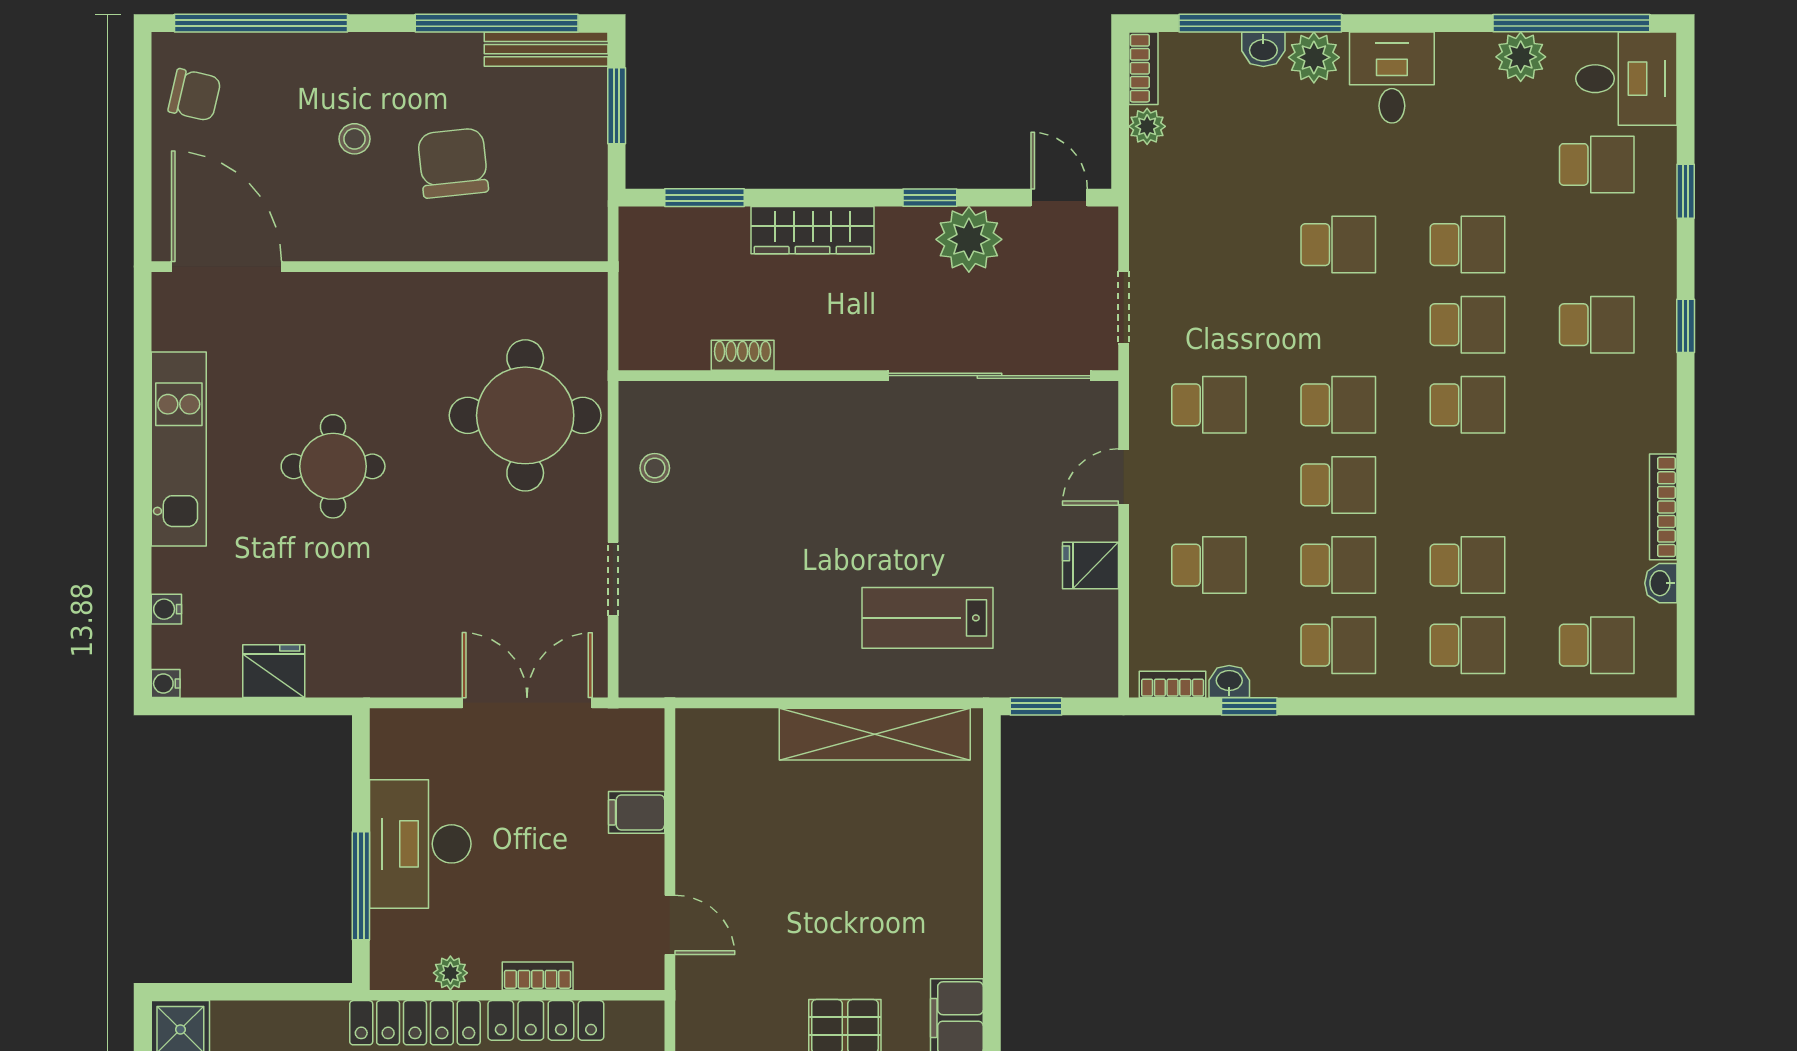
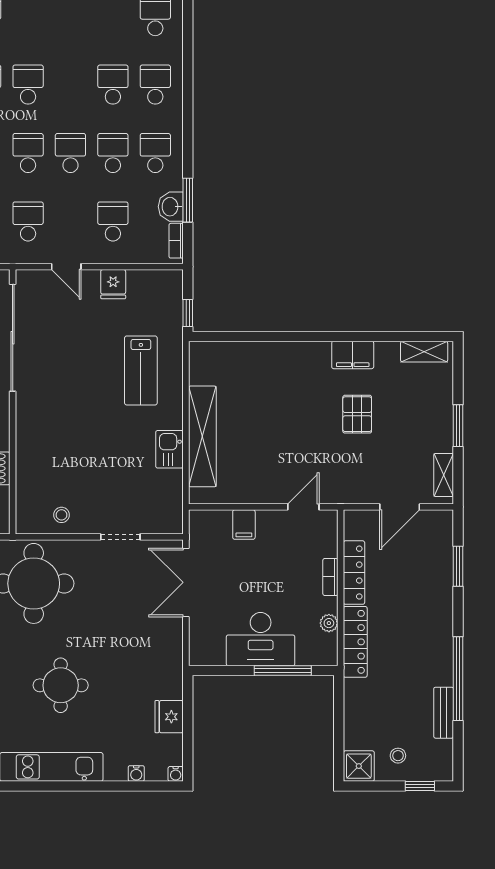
kitchen sink: (779, 672) -> (169, 449), added
washbasin: (1229, 681) -> (171, 207), width x1.38, depth x1.45
window: (1249, 706) -> (188, 200), width x1.50
shelving: (875, 734) -> (202, 436), moved

